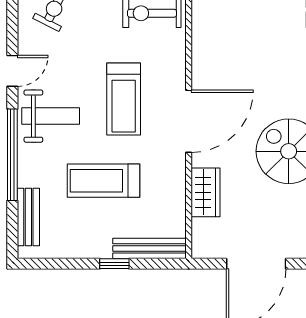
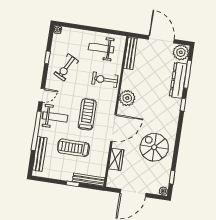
plant: (210, 48) -> (127, 98), added
treadmill: (124, 99) -> (87, 114), turned 180
bench: (28, 217) -> (40, 154), width x1.36

